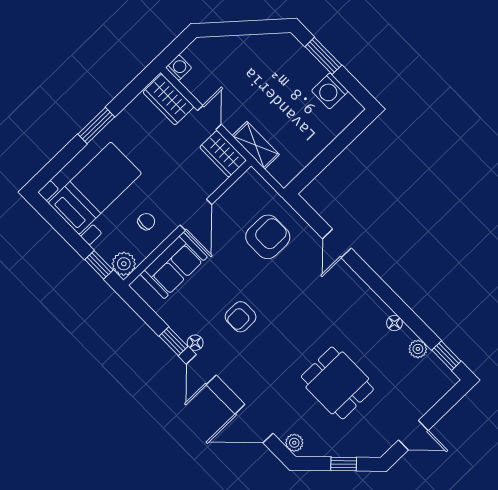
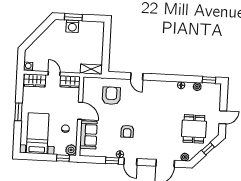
washing machine: (330, 91) -> (72, 26), moved
shelving: (256, 145) -> (91, 69), moved
dining table: (337, 383) -> (194, 129), moved, turned 90

